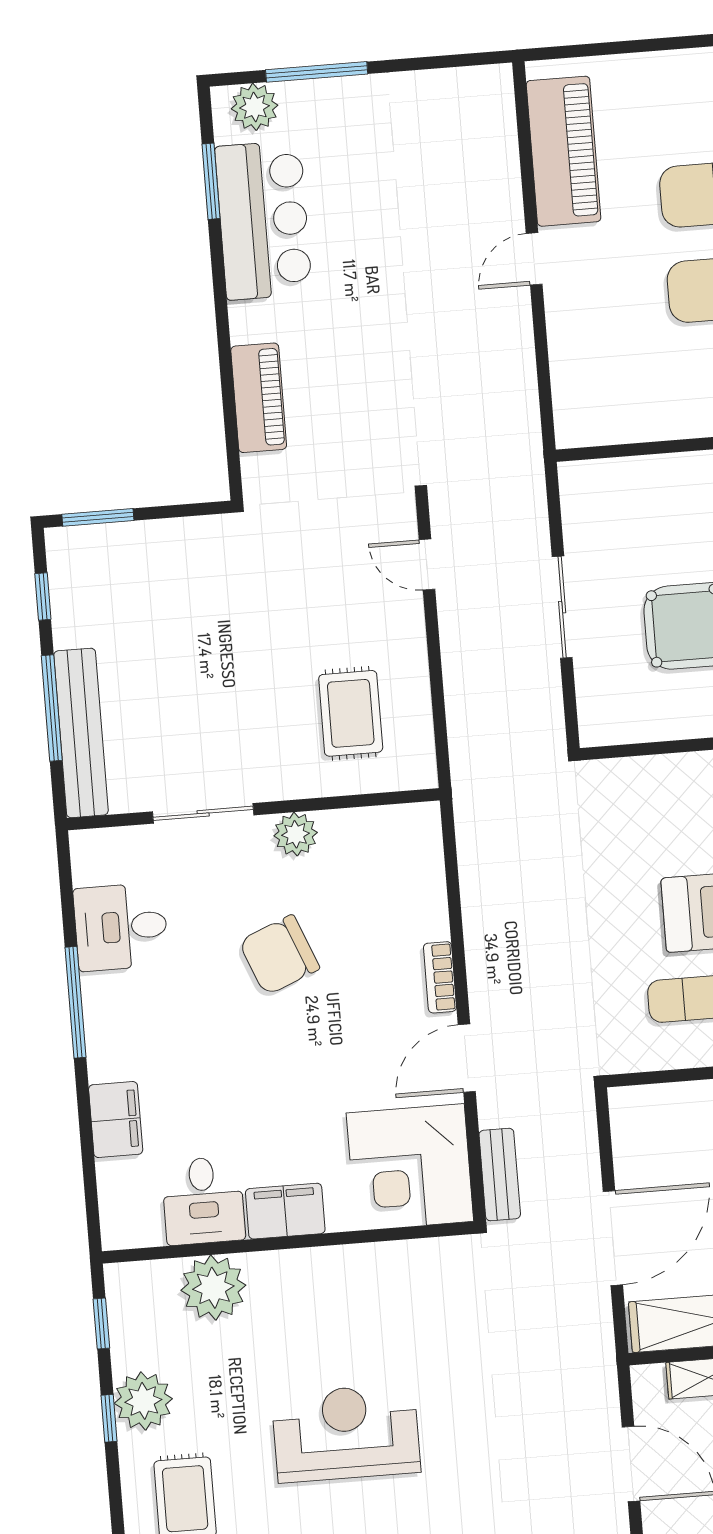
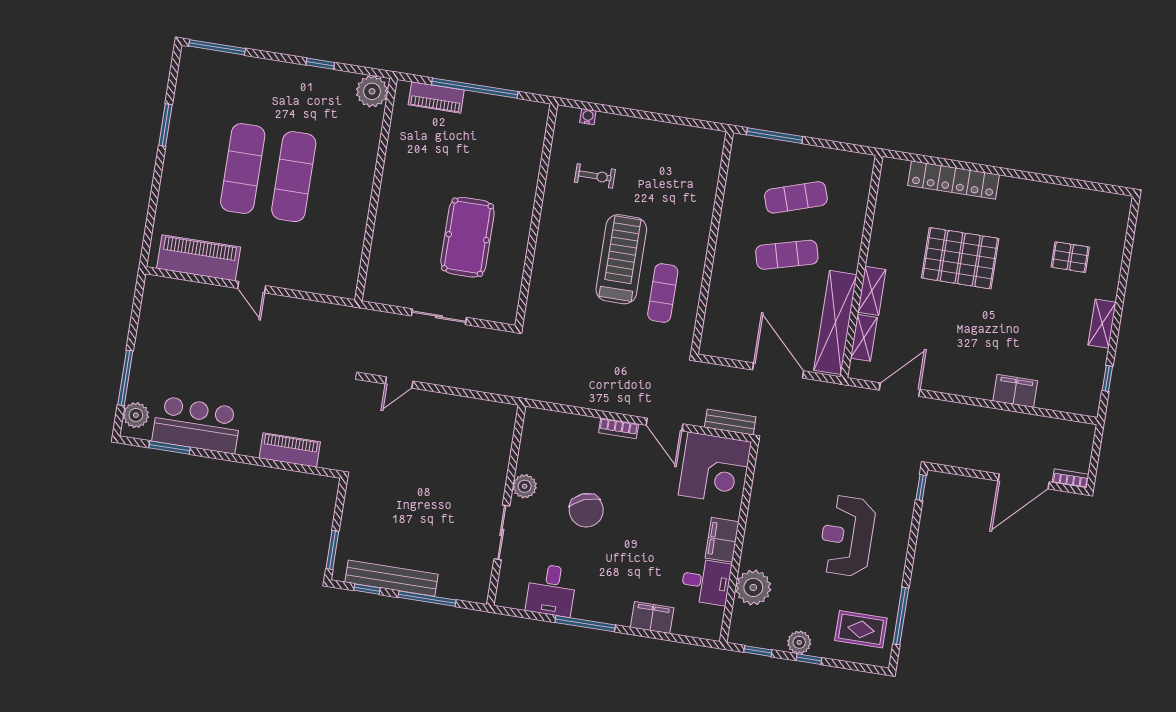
rug: (351, 713) -> (468, 442), removed
bench: (81, 733) -> (391, 578), moved
plant: (143, 1401) -> (799, 642), width x0.73, depth x0.73

